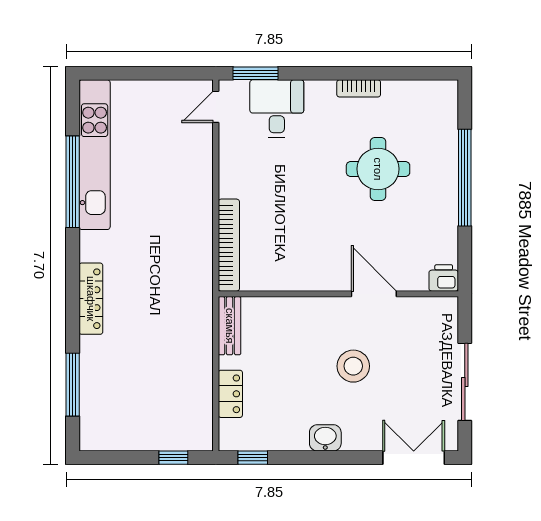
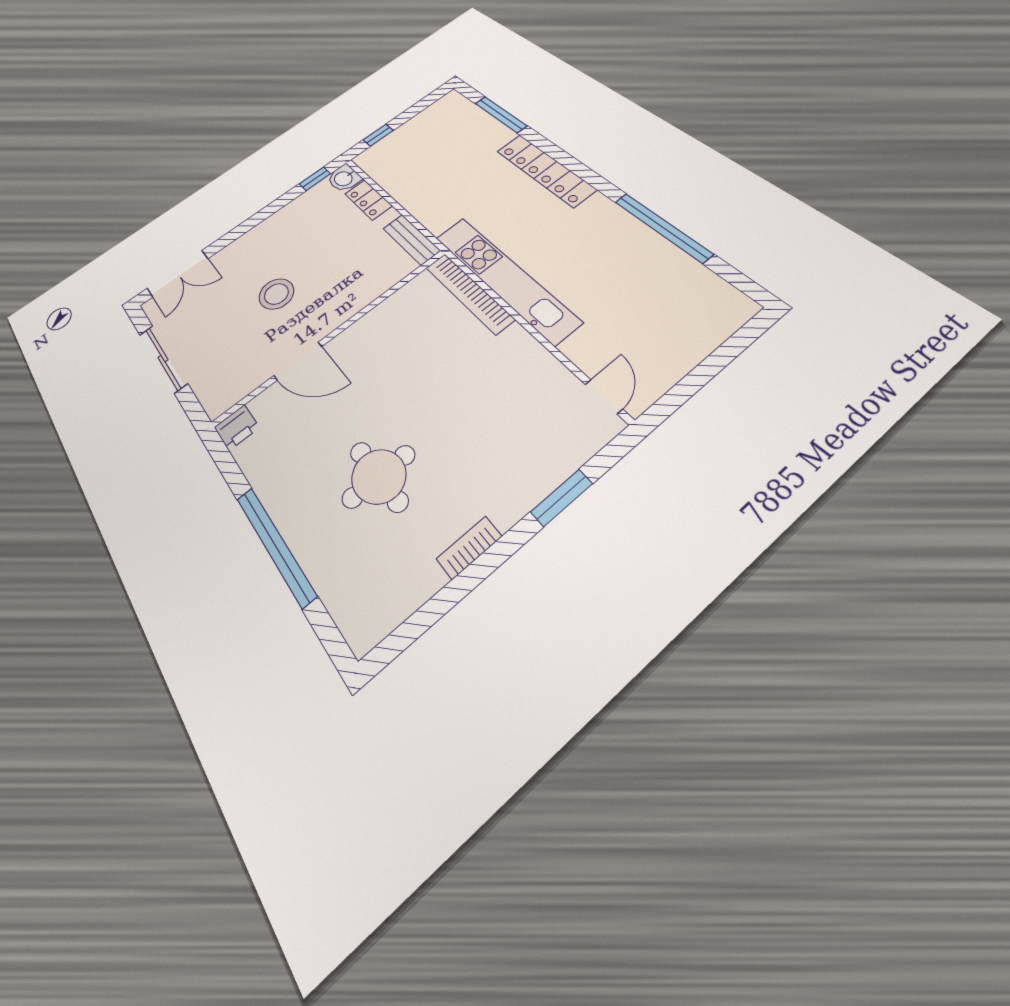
window: (256, 73) -> (561, 498), moved
desk: (277, 109) -> (539, 448), removed
kitchen unit: (95, 155) -> (505, 278), moved, turned 180
locker: (91, 299) -> (546, 170), width x1.41, depth x1.21
washbasin: (325, 438) -> (344, 178), moved, turned 90

